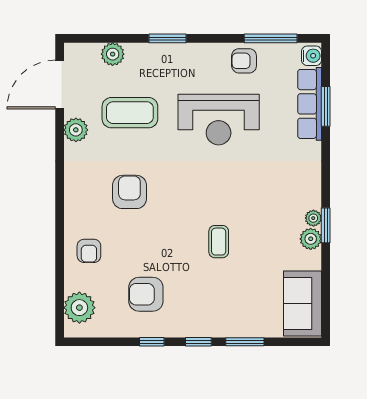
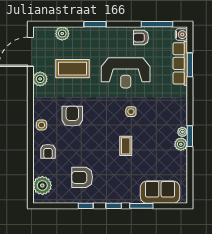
side table: (227, 184) -> (131, 112), added
side table: (78, 207) -> (41, 125), added
sofa: (303, 303) -> (160, 192), moved, turned 90

